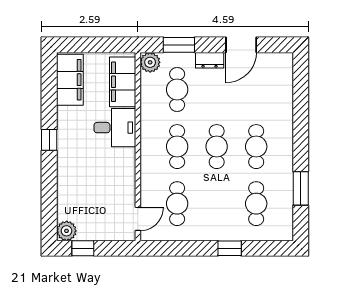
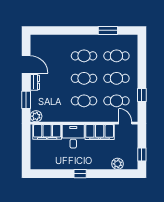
filing cabinet: (70, 80) -> (100, 132), moved, turned 180
cafe table: (177, 89) -> (116, 78), moved
plant: (67, 231) -> (118, 164), moved
window: (230, 248) -> (142, 95), moved

